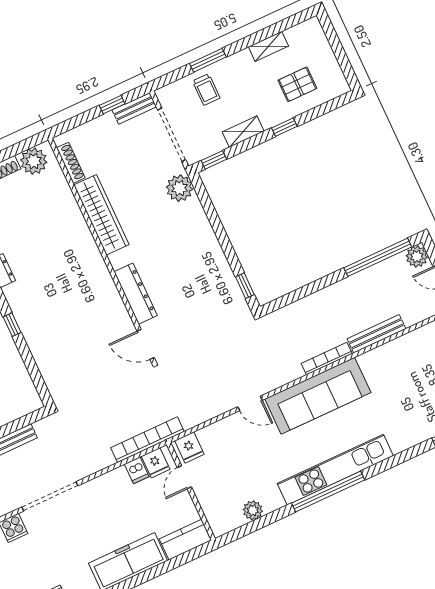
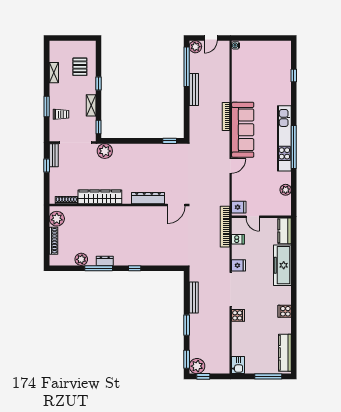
bench: (377, 334) -> (194, 90), moved
fridge: (156, 463) -> (239, 265), moved

